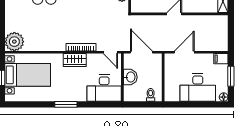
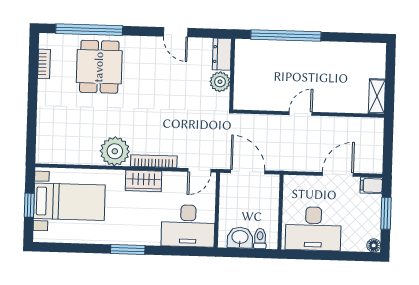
plant: (14, 42) -> (115, 151), moved
door: (110, 52) -> (199, 170), hinge flipped
door: (184, 52) -> (338, 174), moved
washbasin: (130, 77) -> (240, 238), moved, turned -90
desk: (198, 87) -> (313, 229), moved

